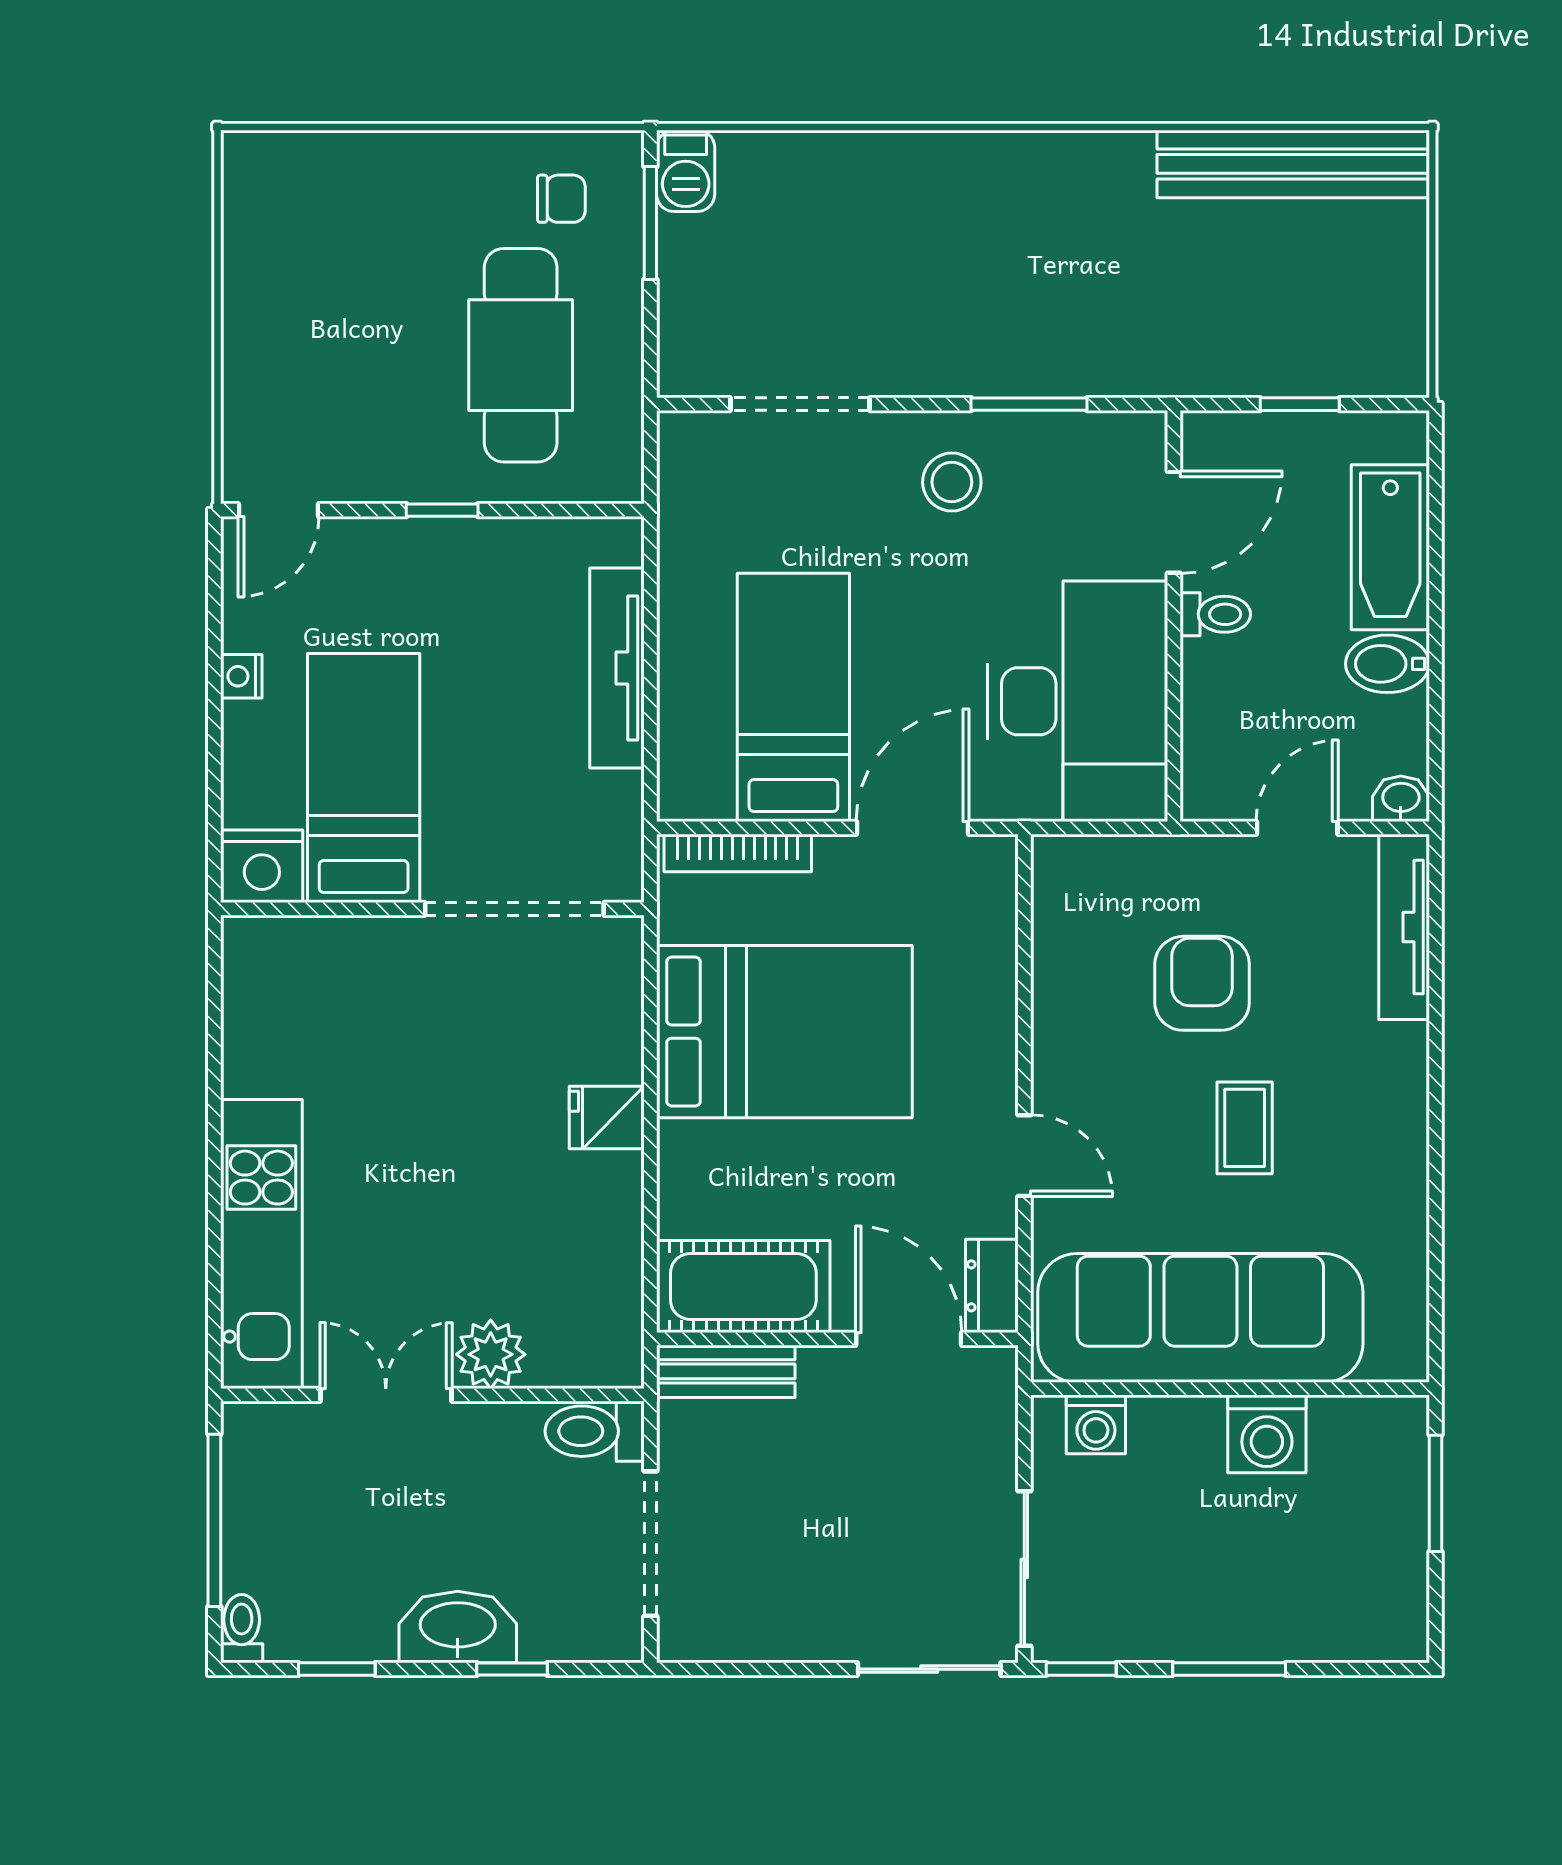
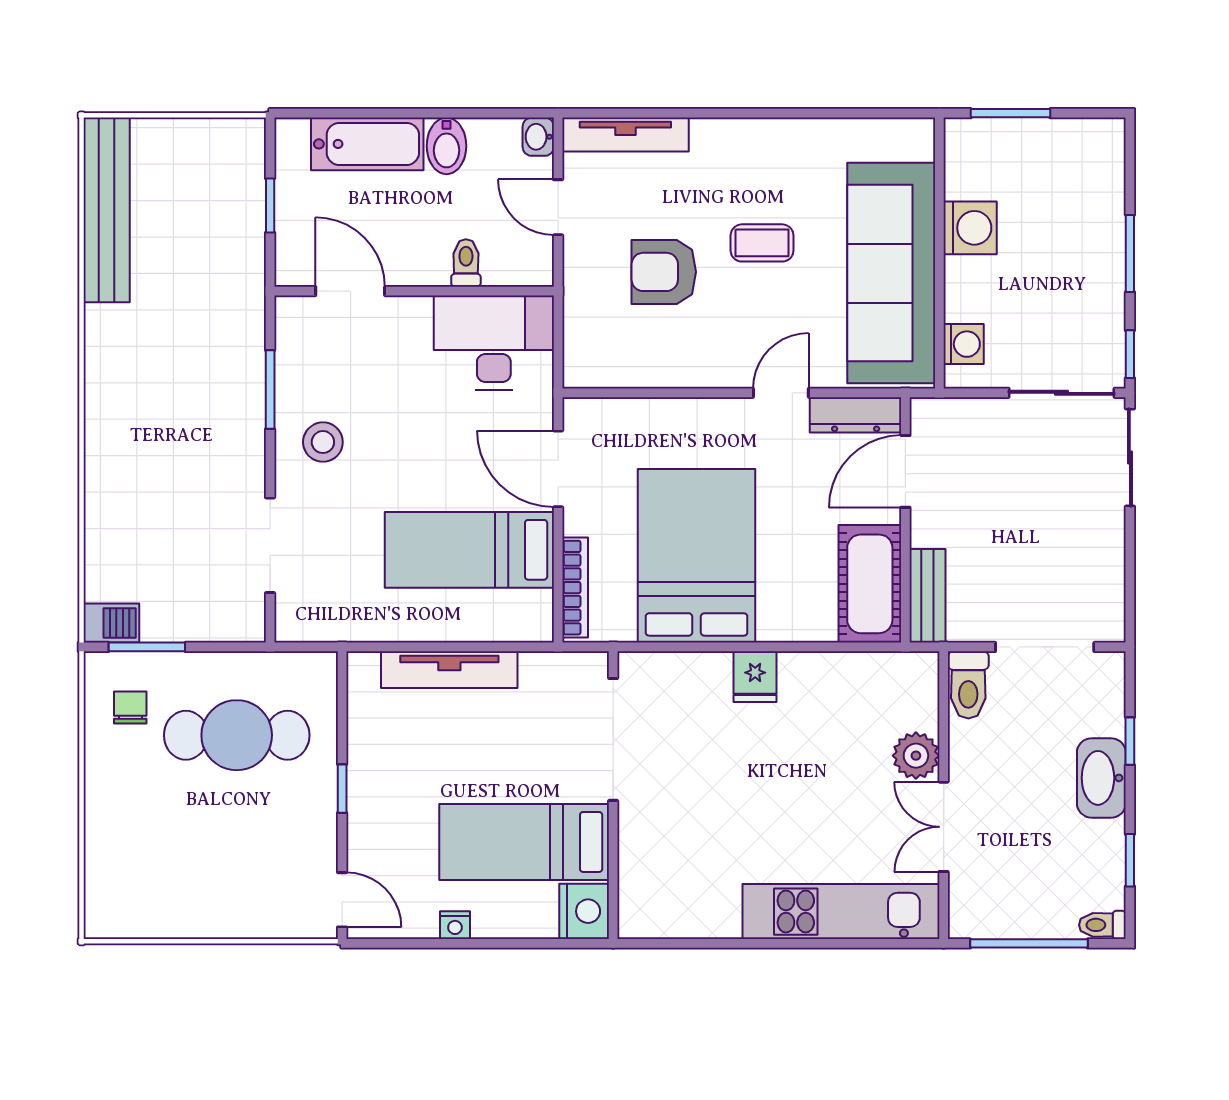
toilet: (1215, 614) -> (466, 263), moved
desk: (1077, 701) -> (494, 343), width x0.73, depth x0.77
dresser: (992, 1286) -> (856, 415), width x1.44

